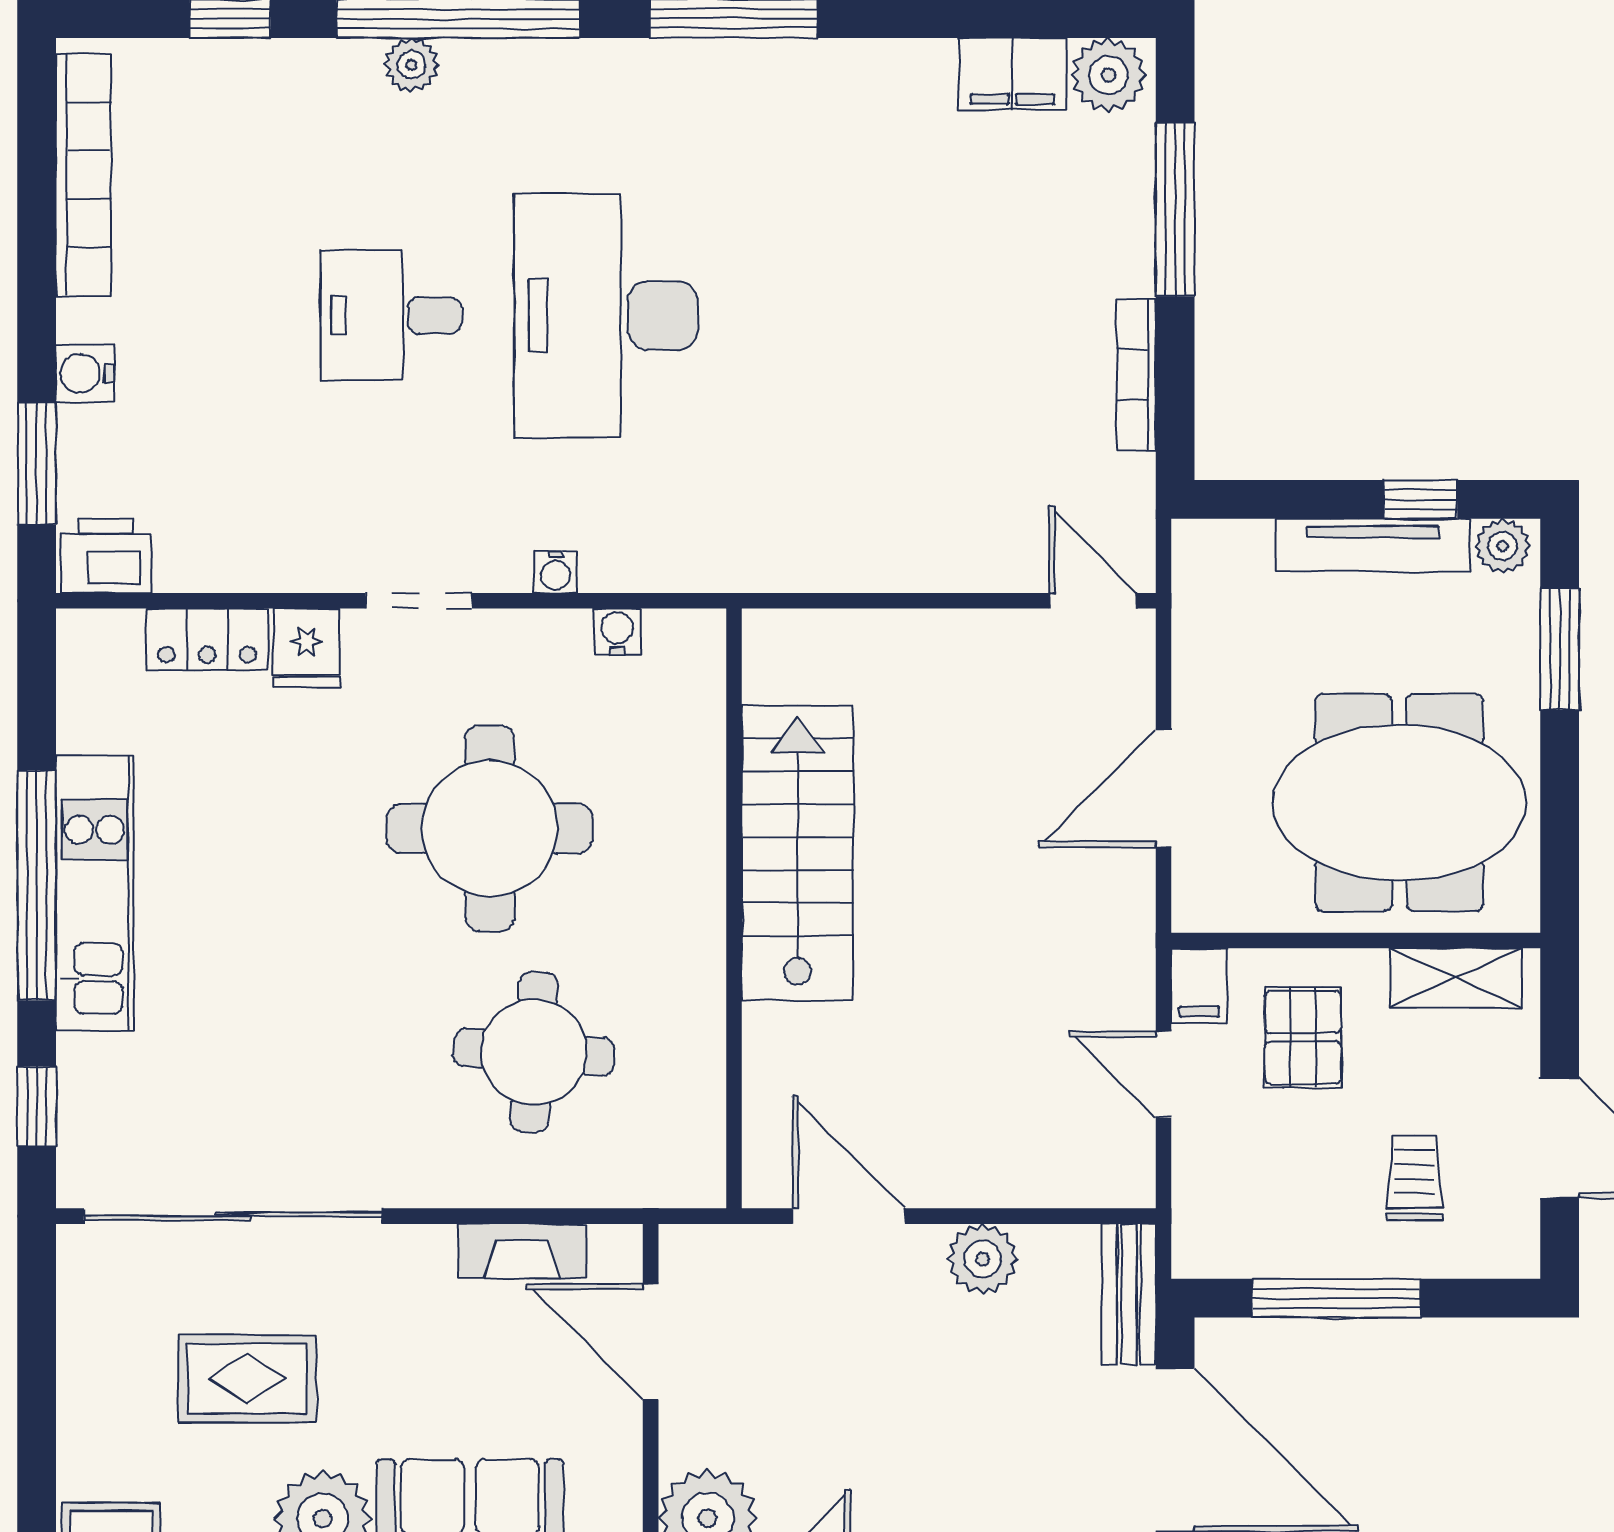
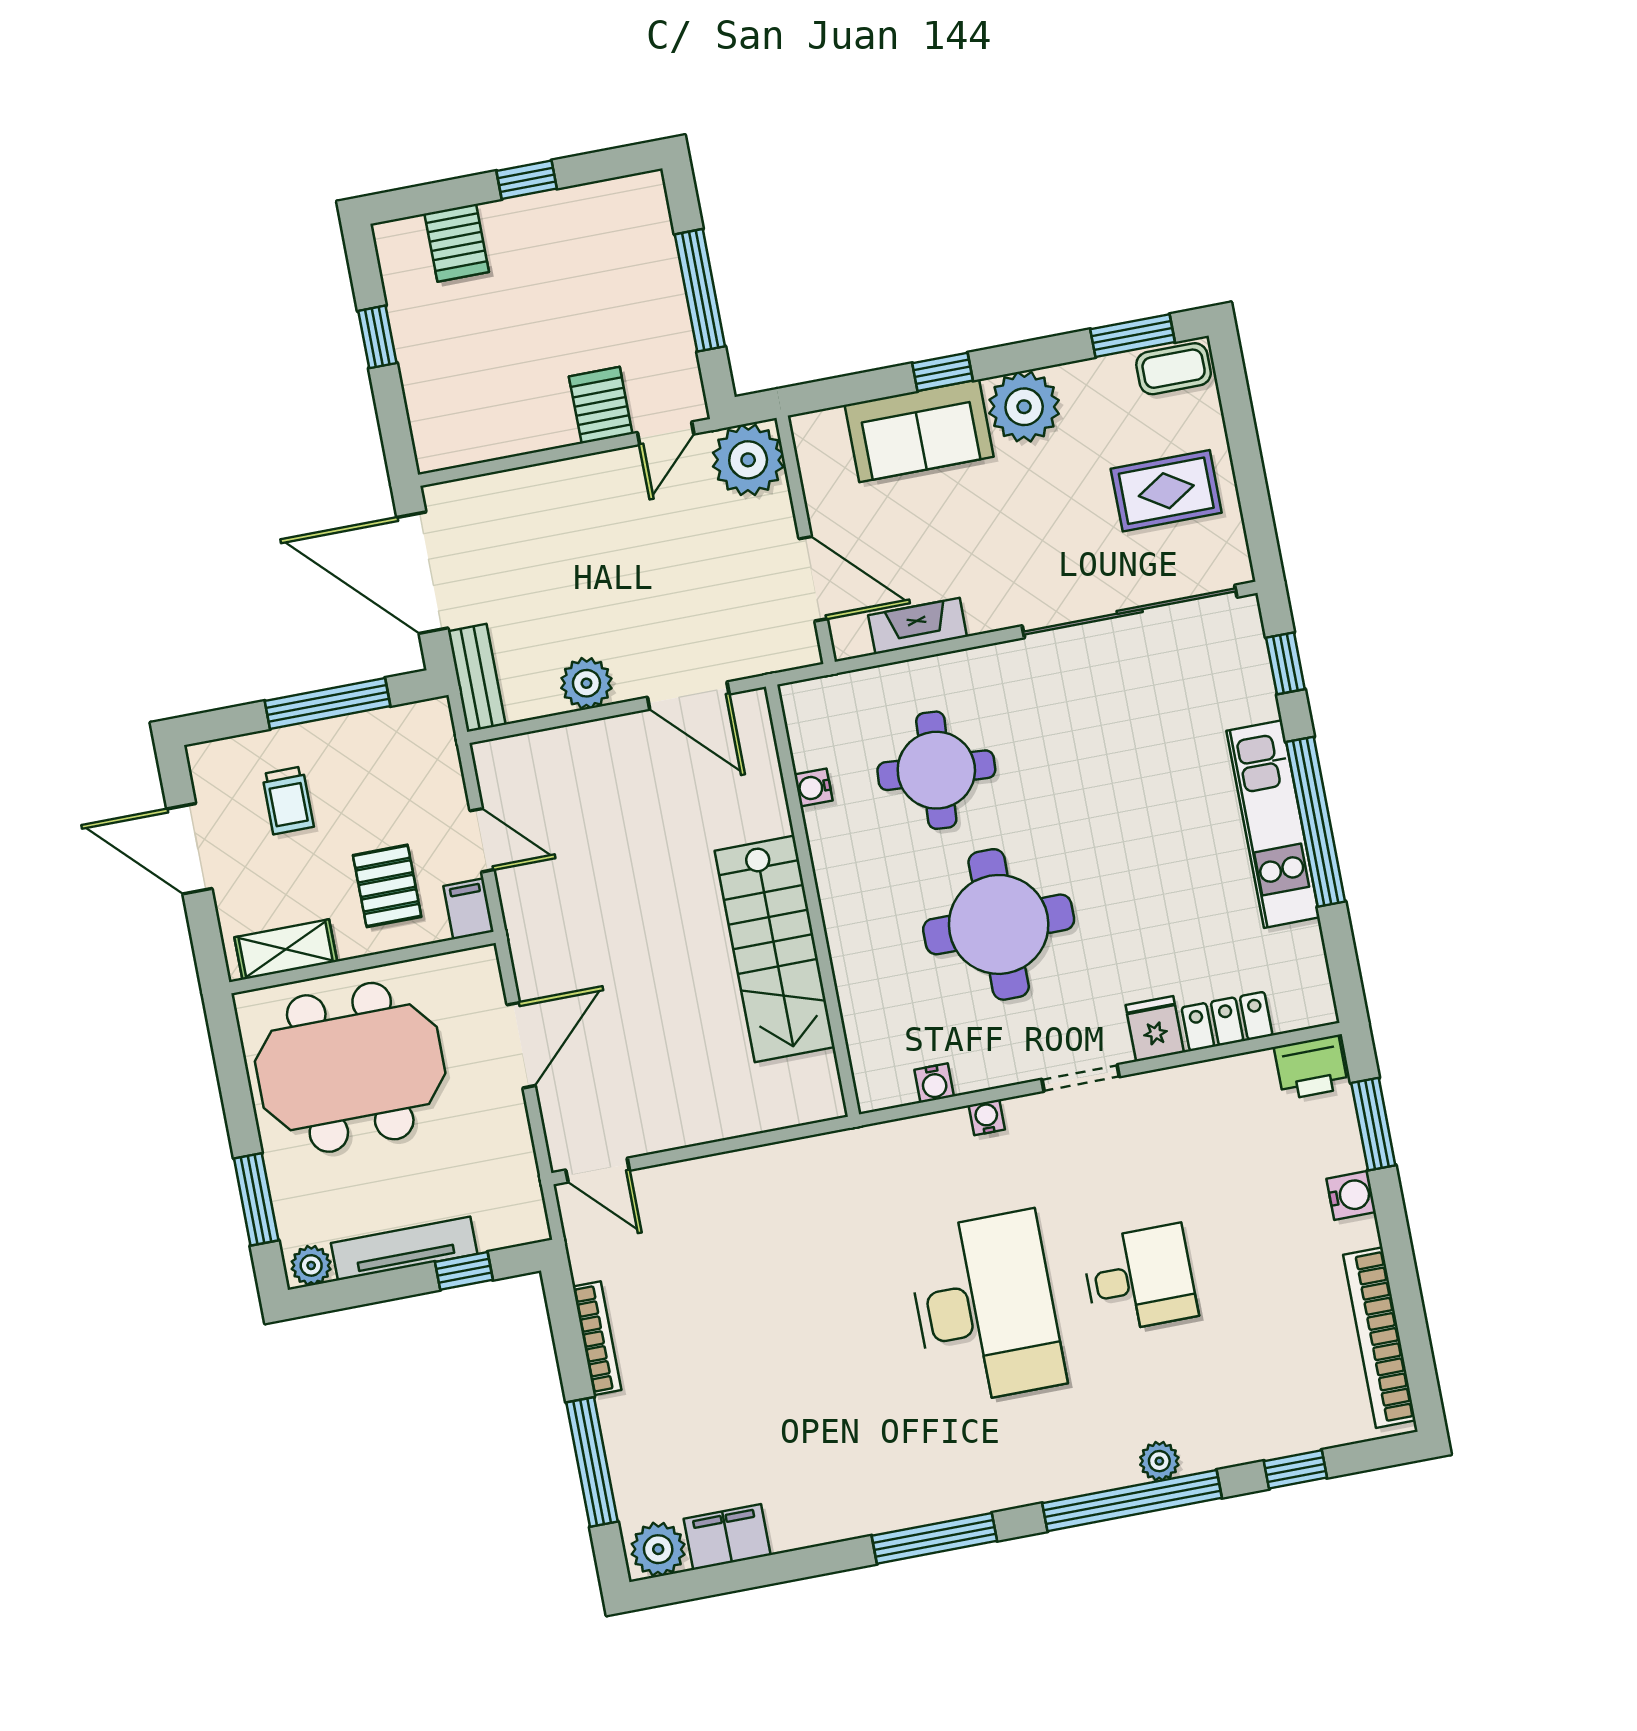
window: (1420, 499) -> (464, 1271), moved
water cooler: (704, 1060) -> (813, 788), added
rug: (247, 1379) -> (1166, 491), moved

